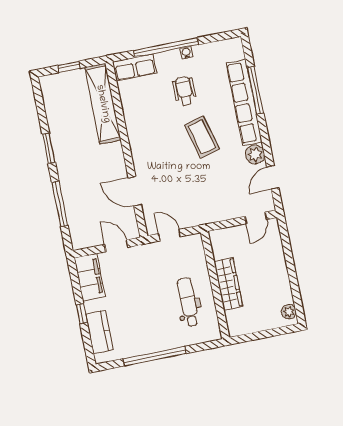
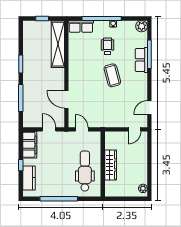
row of seats: (244, 102) -> (141, 60), width x0.50
plant: (255, 154) -> (142, 26), moved
dental chair: (188, 302) -> (85, 171), width x1.36, depth x1.38

